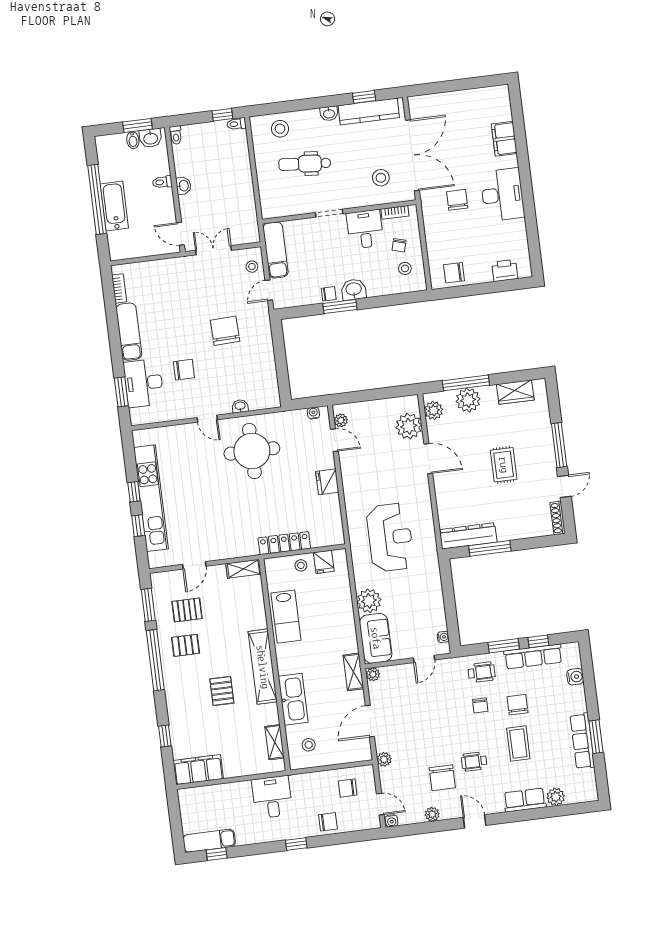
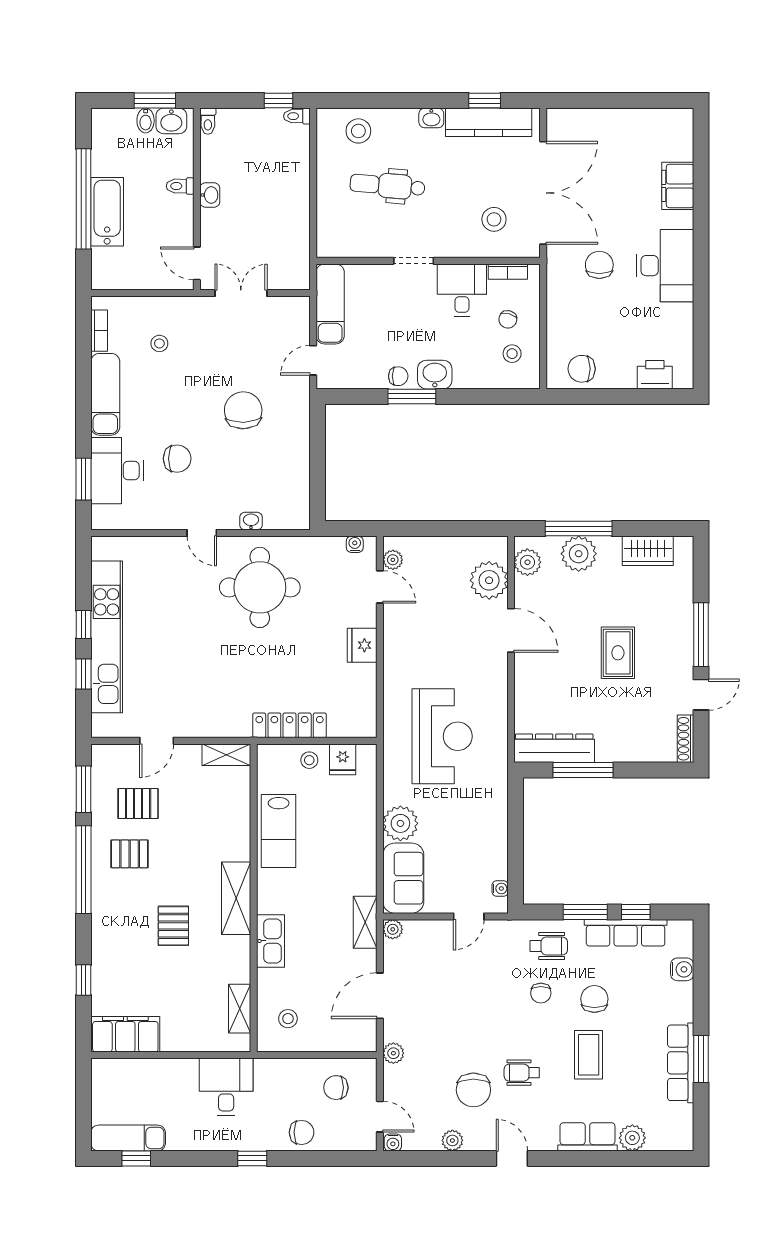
stool: (252, 267) -> (159, 343), moved
shelving: (263, 667) -> (236, 898), width x0.68
kitchen sink: (293, 699) -> (271, 941), width x0.73, depth x0.81

